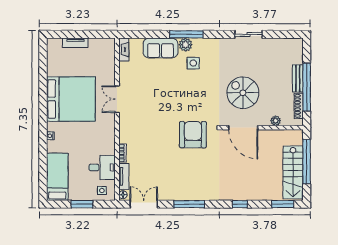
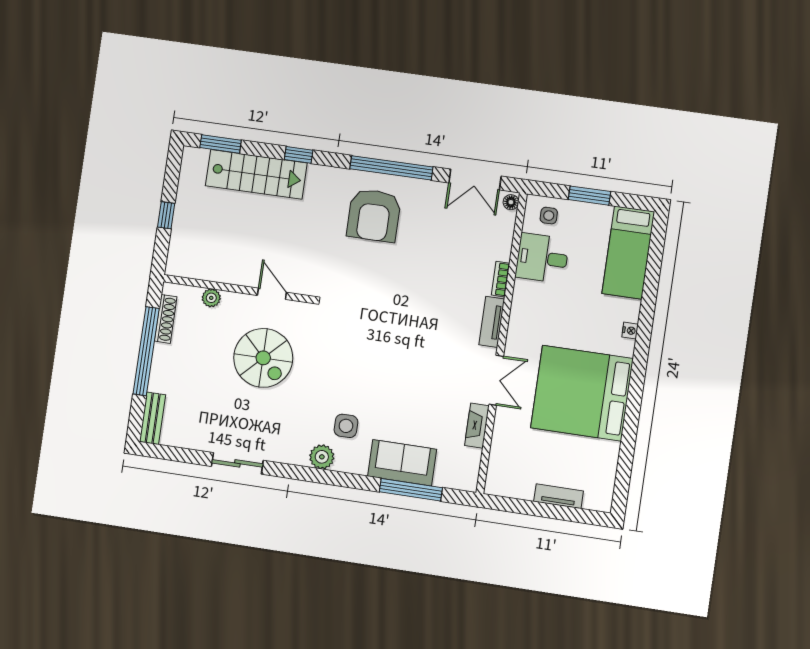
window: (186, 34) -> (411, 490), moved
plant: (185, 45) -> (322, 457), moved
fireplace: (124, 50) -> (477, 426), moved
bench: (298, 78) -> (153, 418), moved
door: (243, 128) -> (272, 294), width x0.53
armchair: (193, 135) -> (374, 215), moved
window: (307, 162) -> (166, 215), width x0.32
stairs: (293, 172) -> (256, 174), moved, turned 90
tv unit: (124, 176) -> (492, 322), moved
window: (189, 204) -> (391, 168), width x1.46

